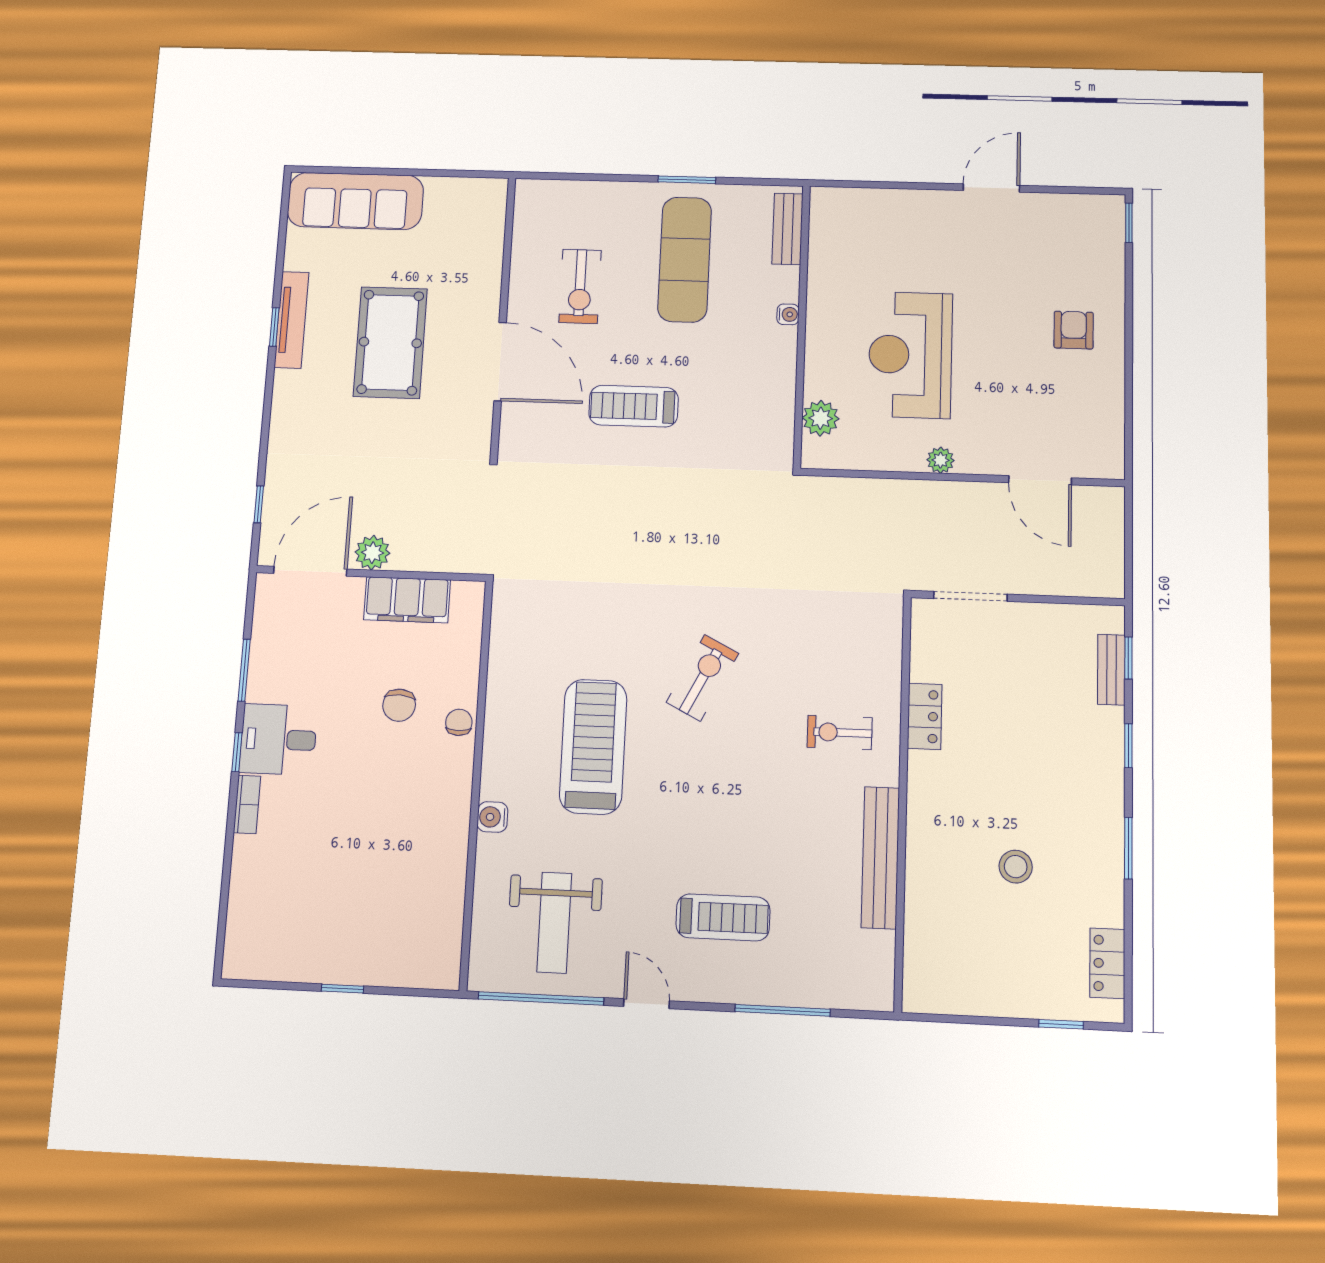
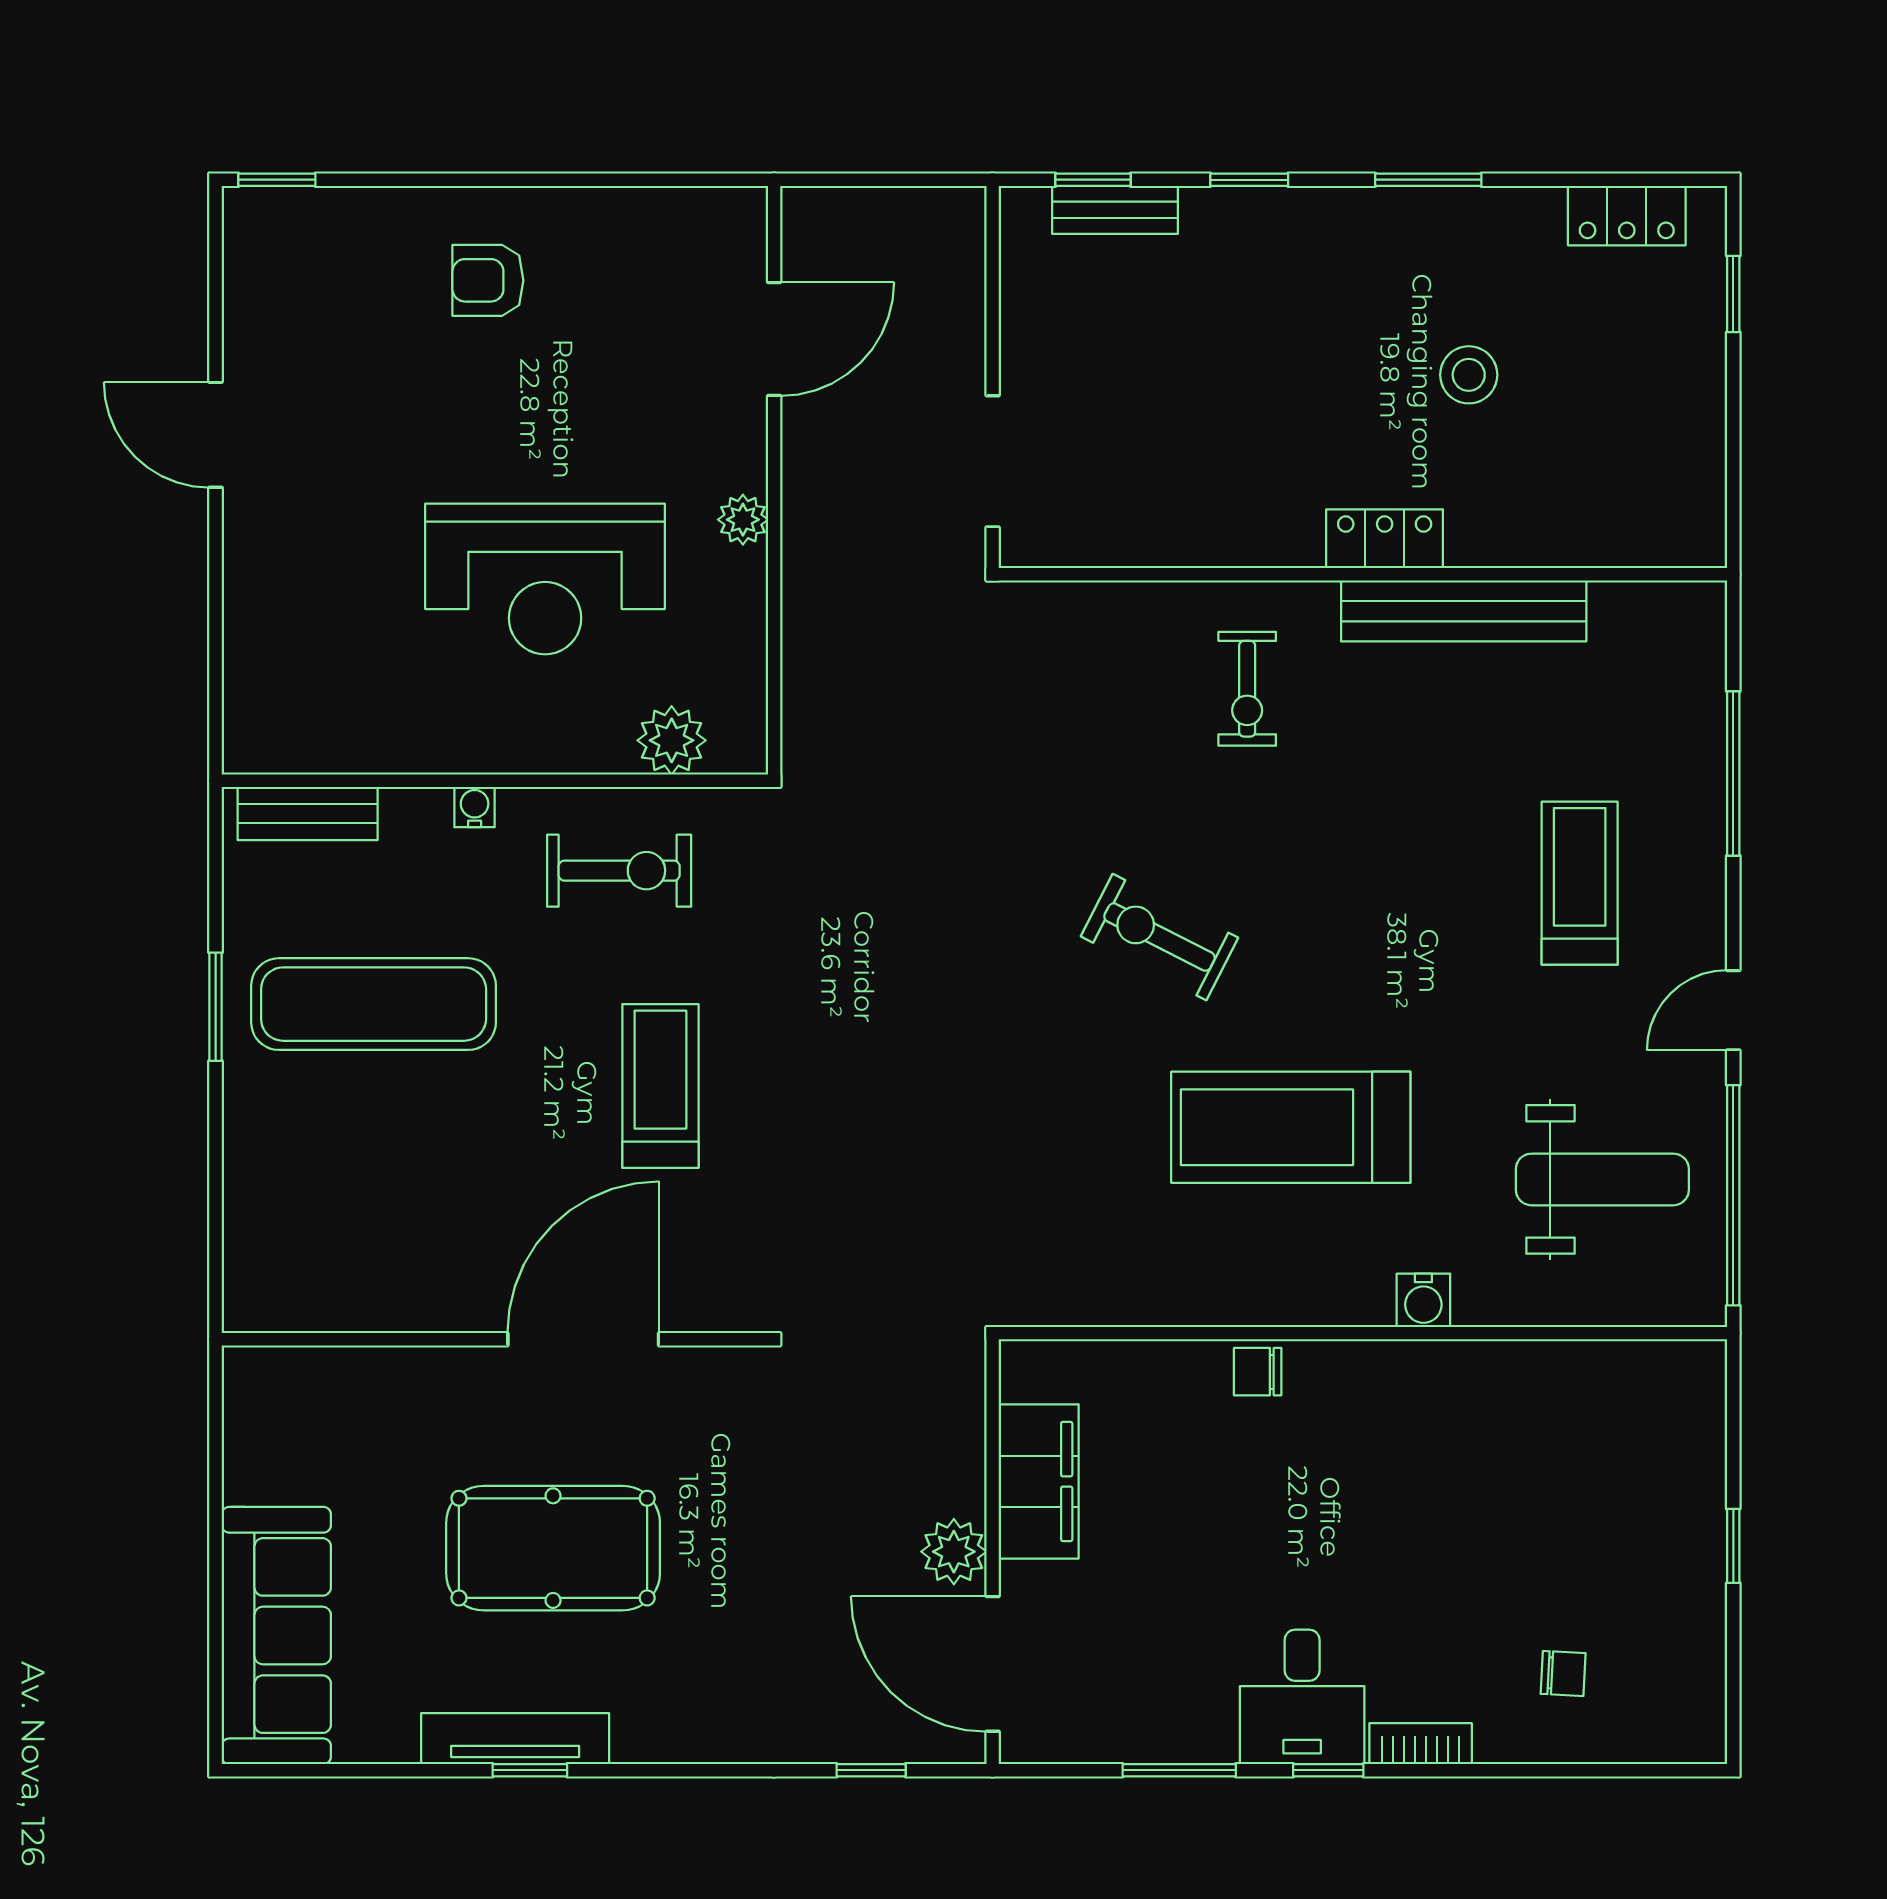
exercise bike: (580, 286) -> (619, 871), moved
treadmill: (634, 406) -> (660, 1086), turned 180
chair: (399, 705) -> (1563, 1673), moved, width x0.73, depth x0.73
locker: (925, 716) -> (1385, 539), moved

